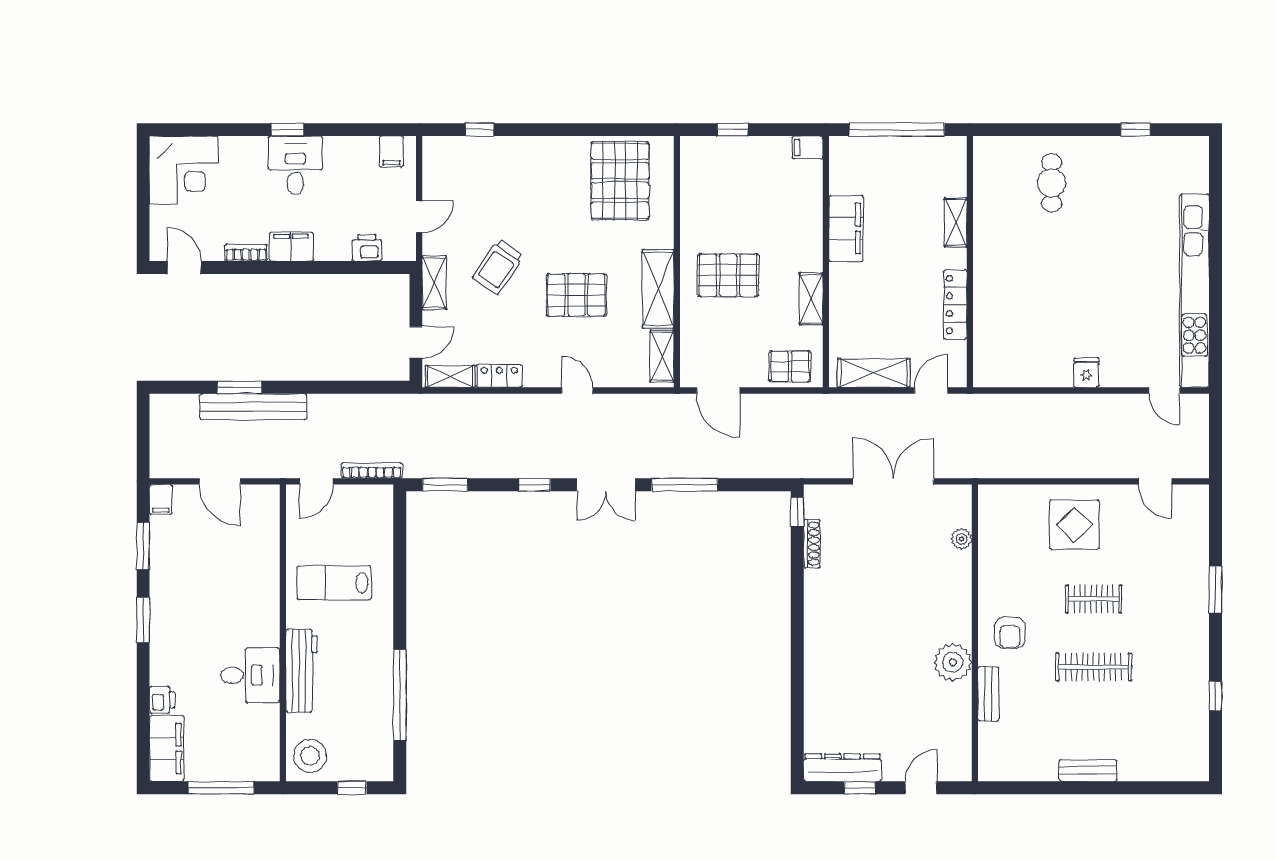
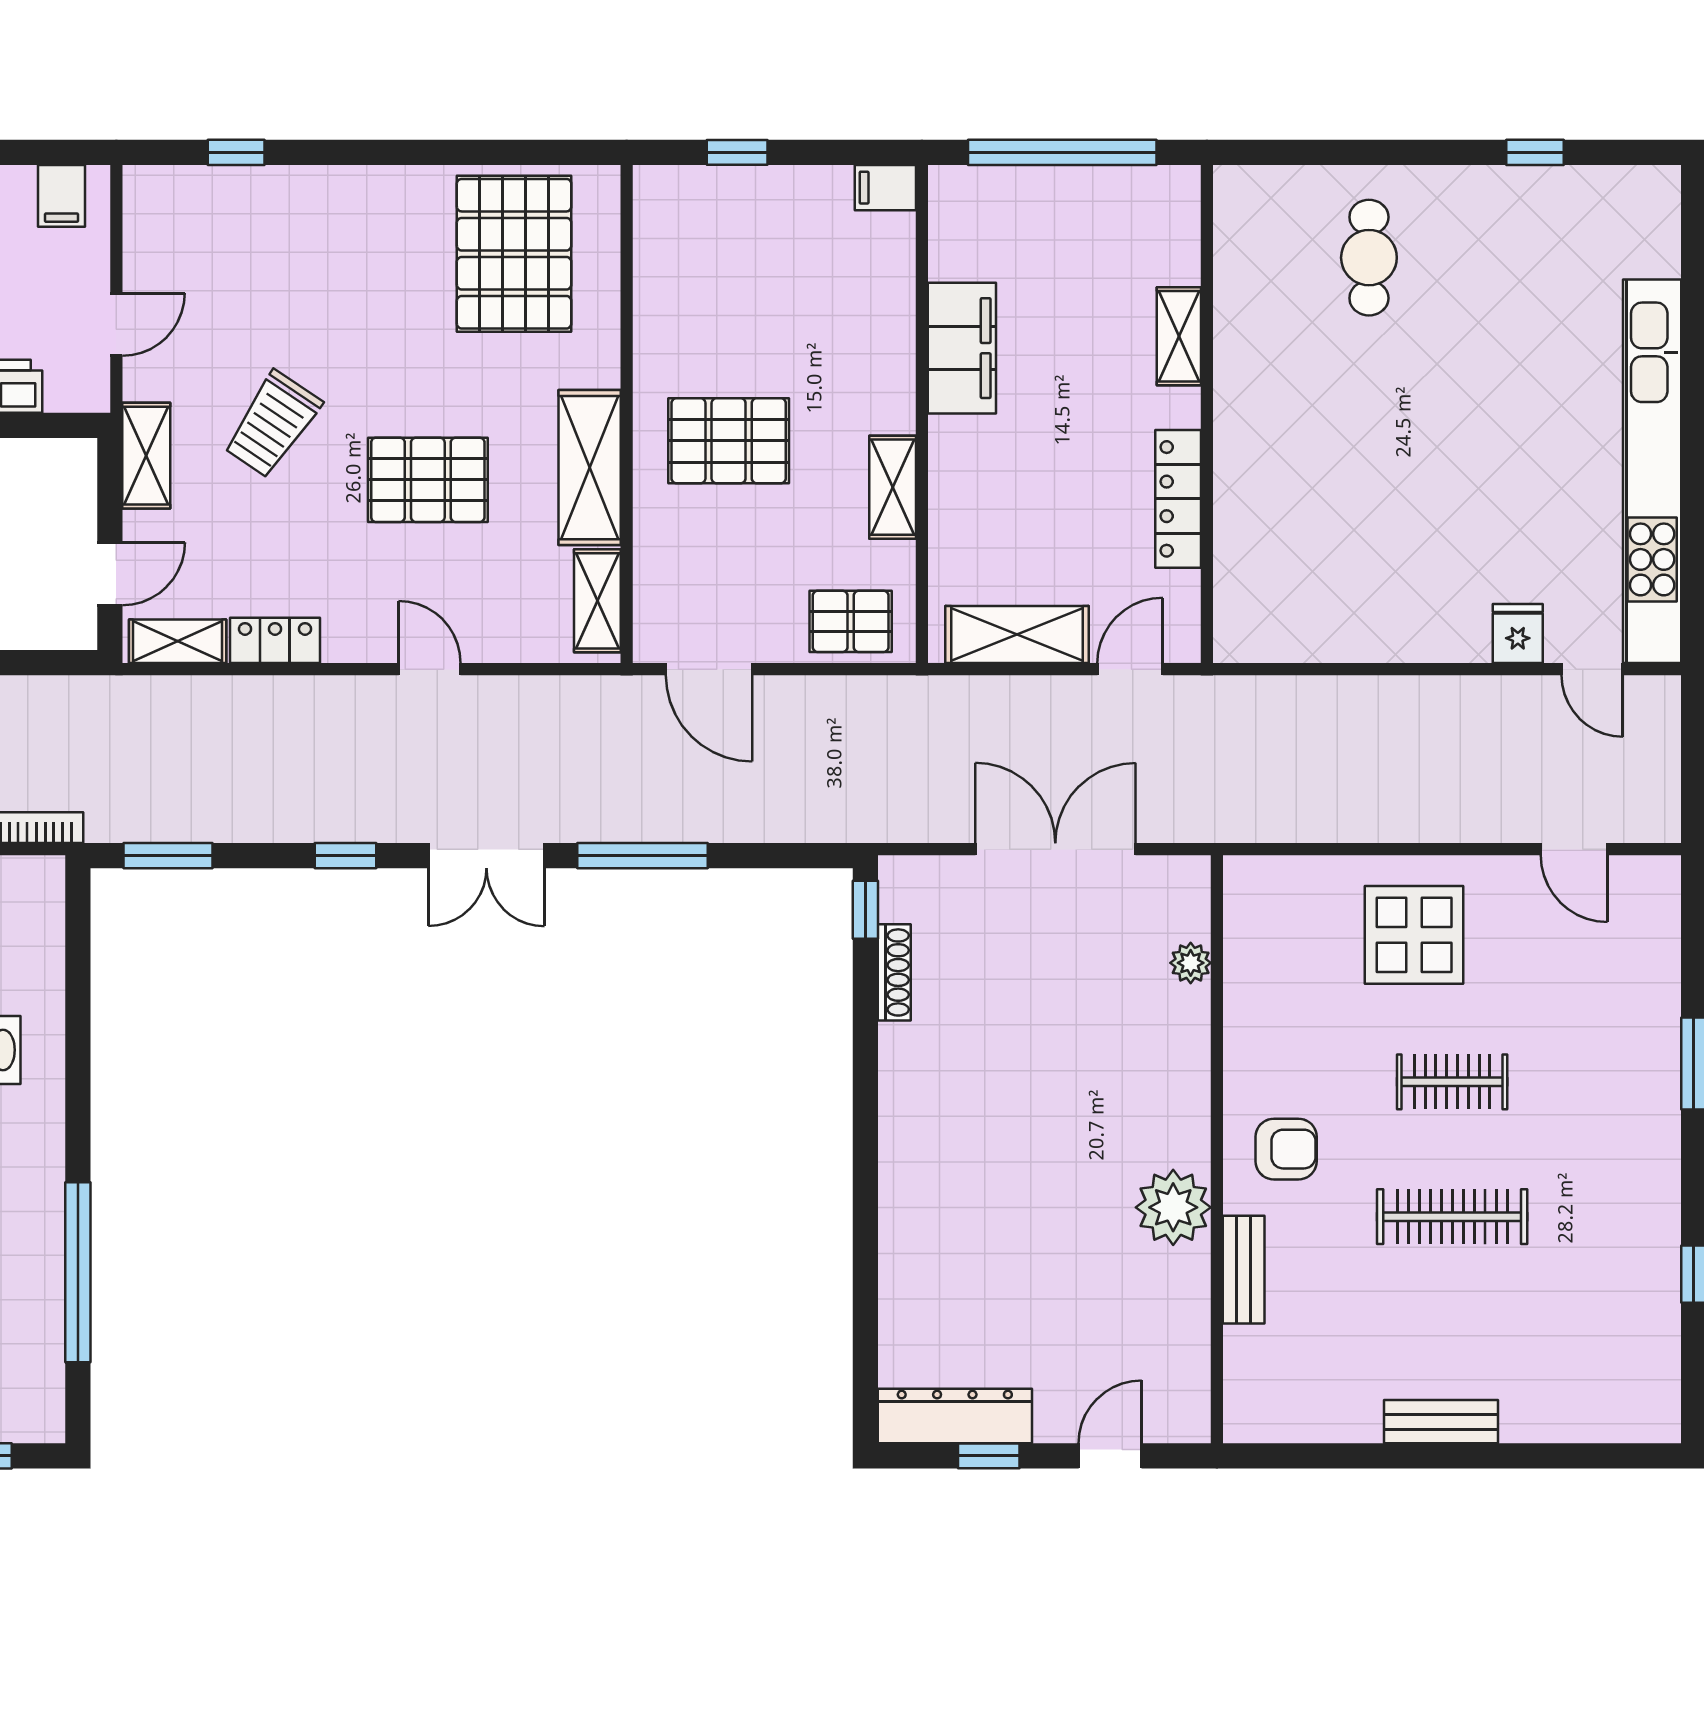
fridge: (1086, 373) -> (1518, 633), moved
armchair: (1010, 633) -> (1286, 1149), turned -90

